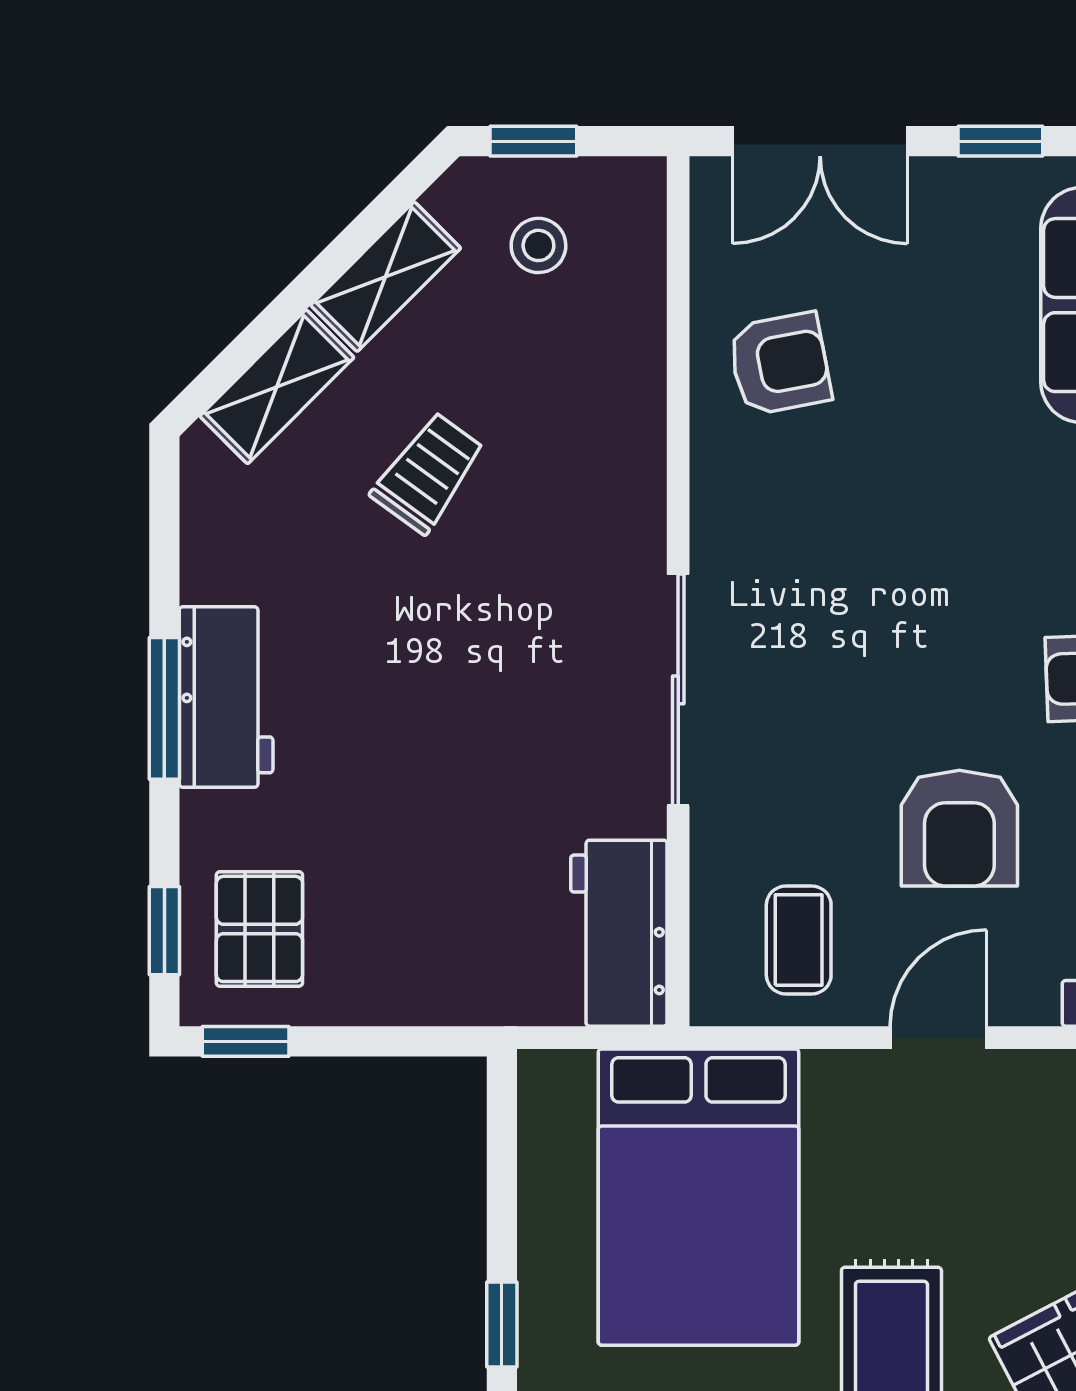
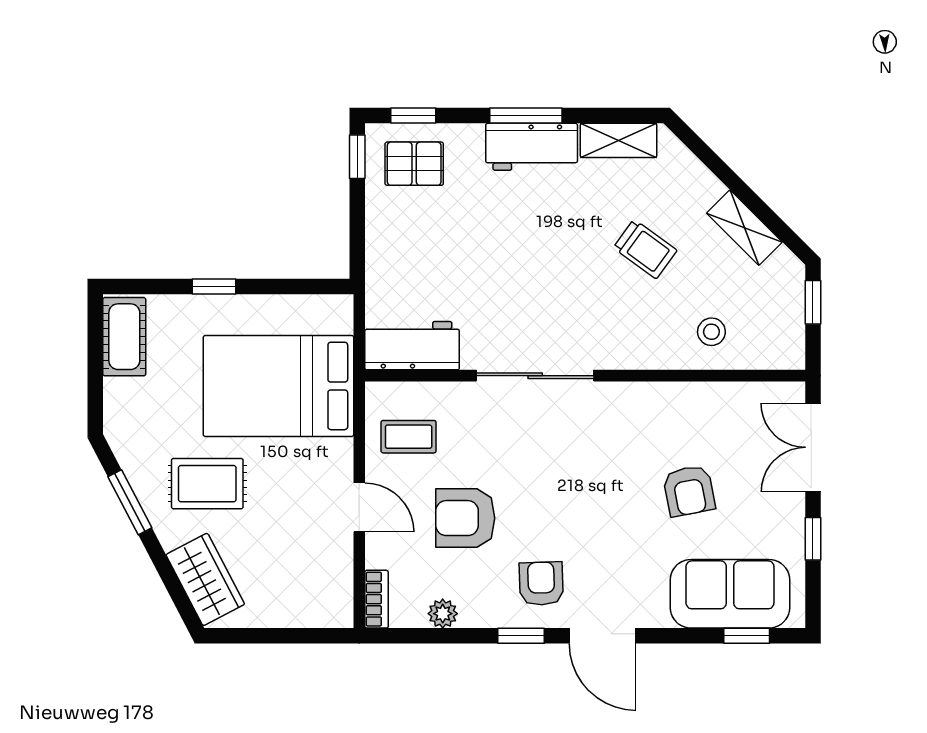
stool: (538, 245) -> (711, 332), moved
armchair: (780, 364) -> (689, 491), moved
shelving: (277, 387) -> (619, 140), moved, turned -45

